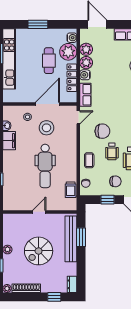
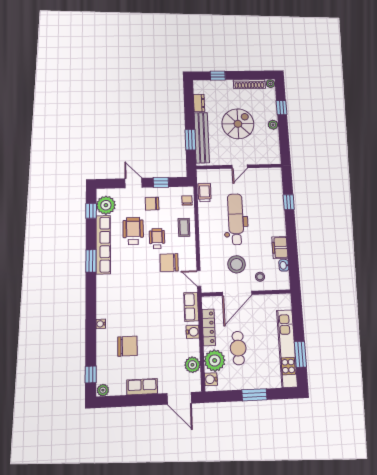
plant: (86, 63) -> (192, 348), removed
door: (78, 117) -> (199, 278), hinge flipped
dresser: (72, 284) -> (199, 103), moved

